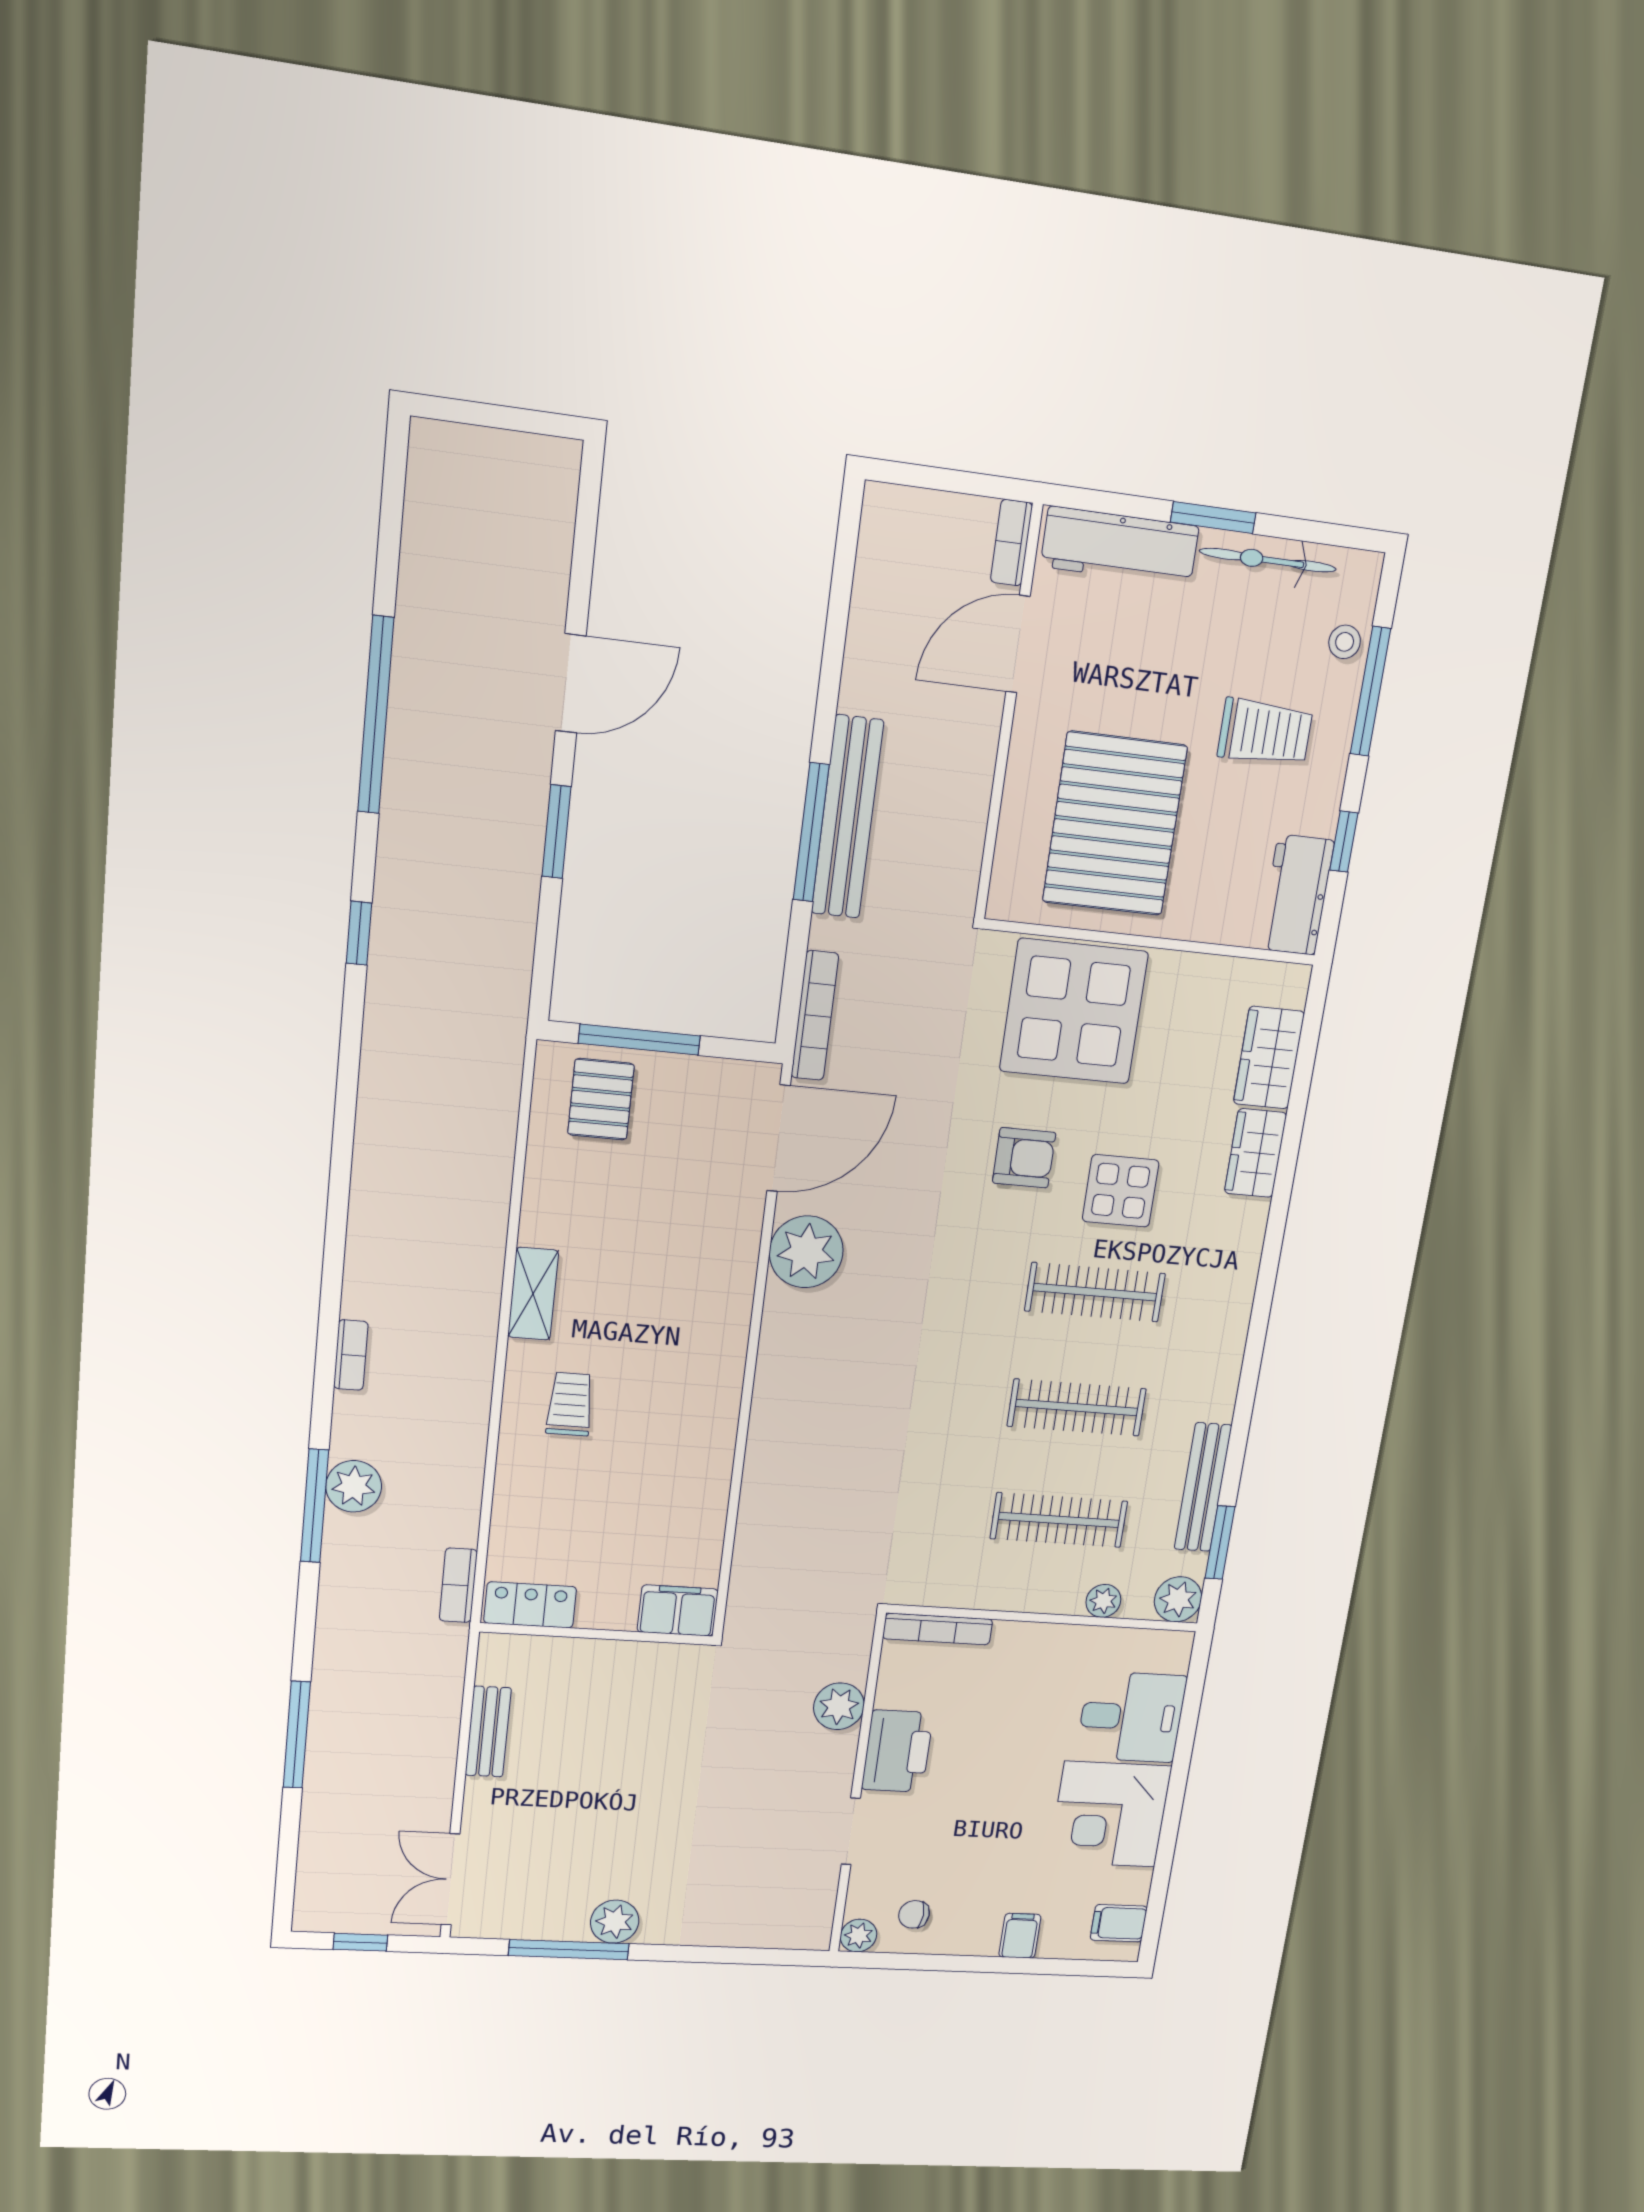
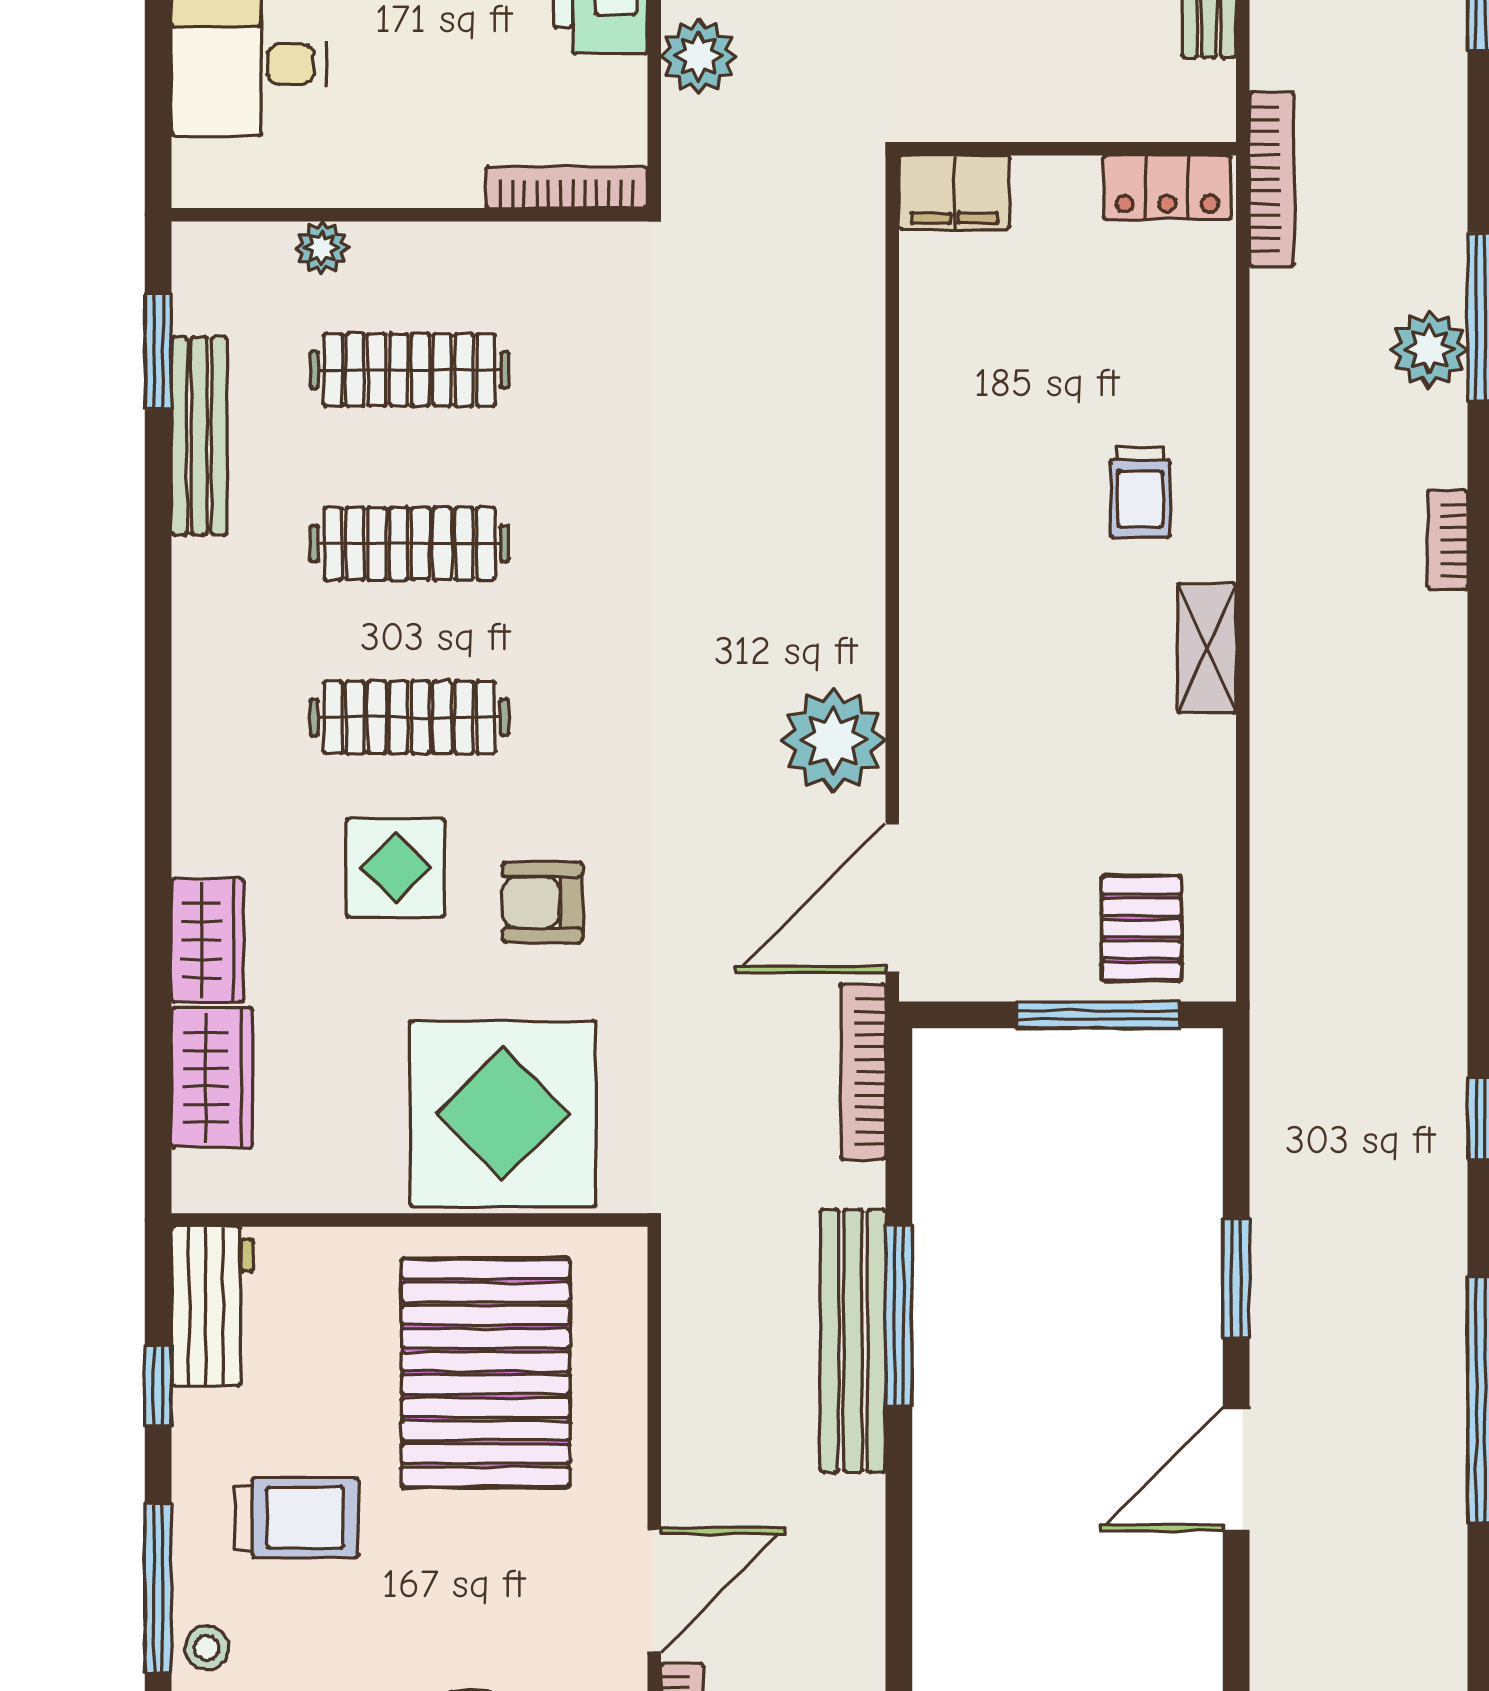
trolley: (1265, 732) -> (297, 1518), turned 180
bookcase: (458, 1585) -> (1272, 179), width x1.56
plant: (1178, 1599) -> (208, 258), removed

